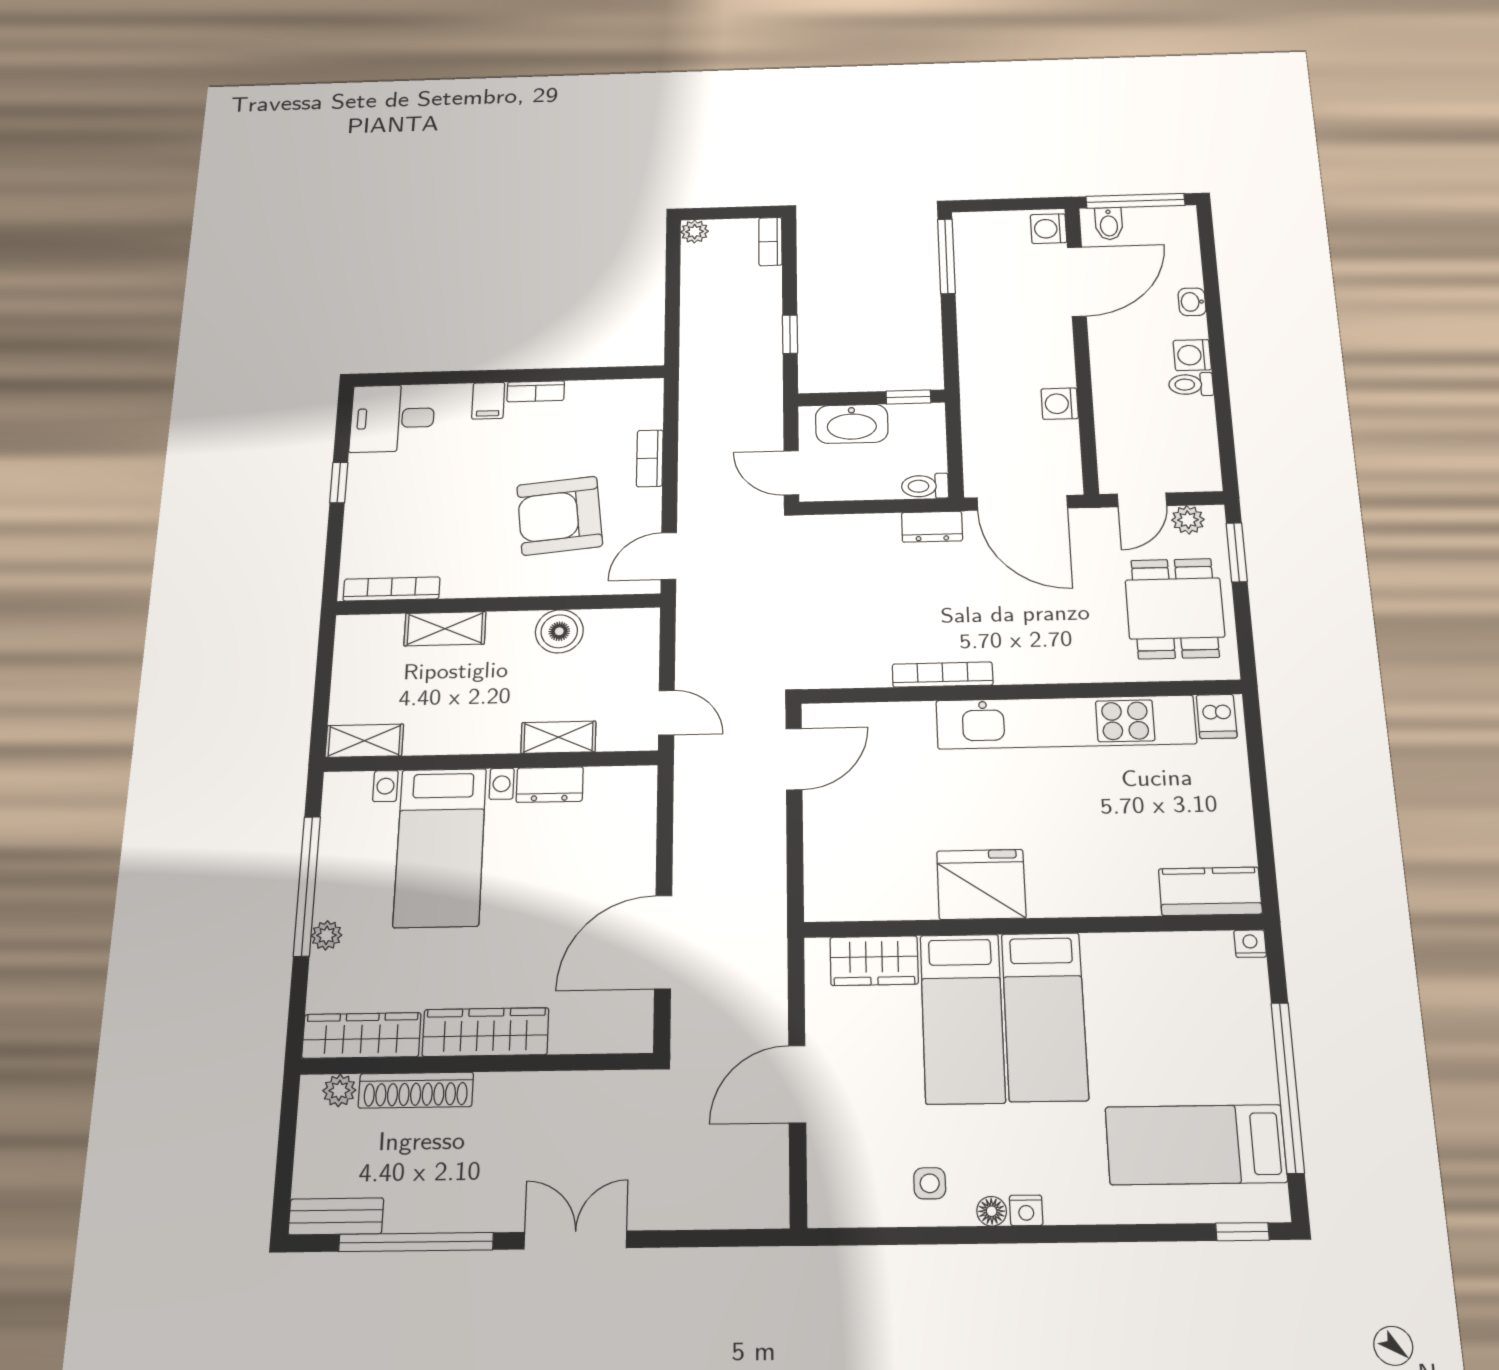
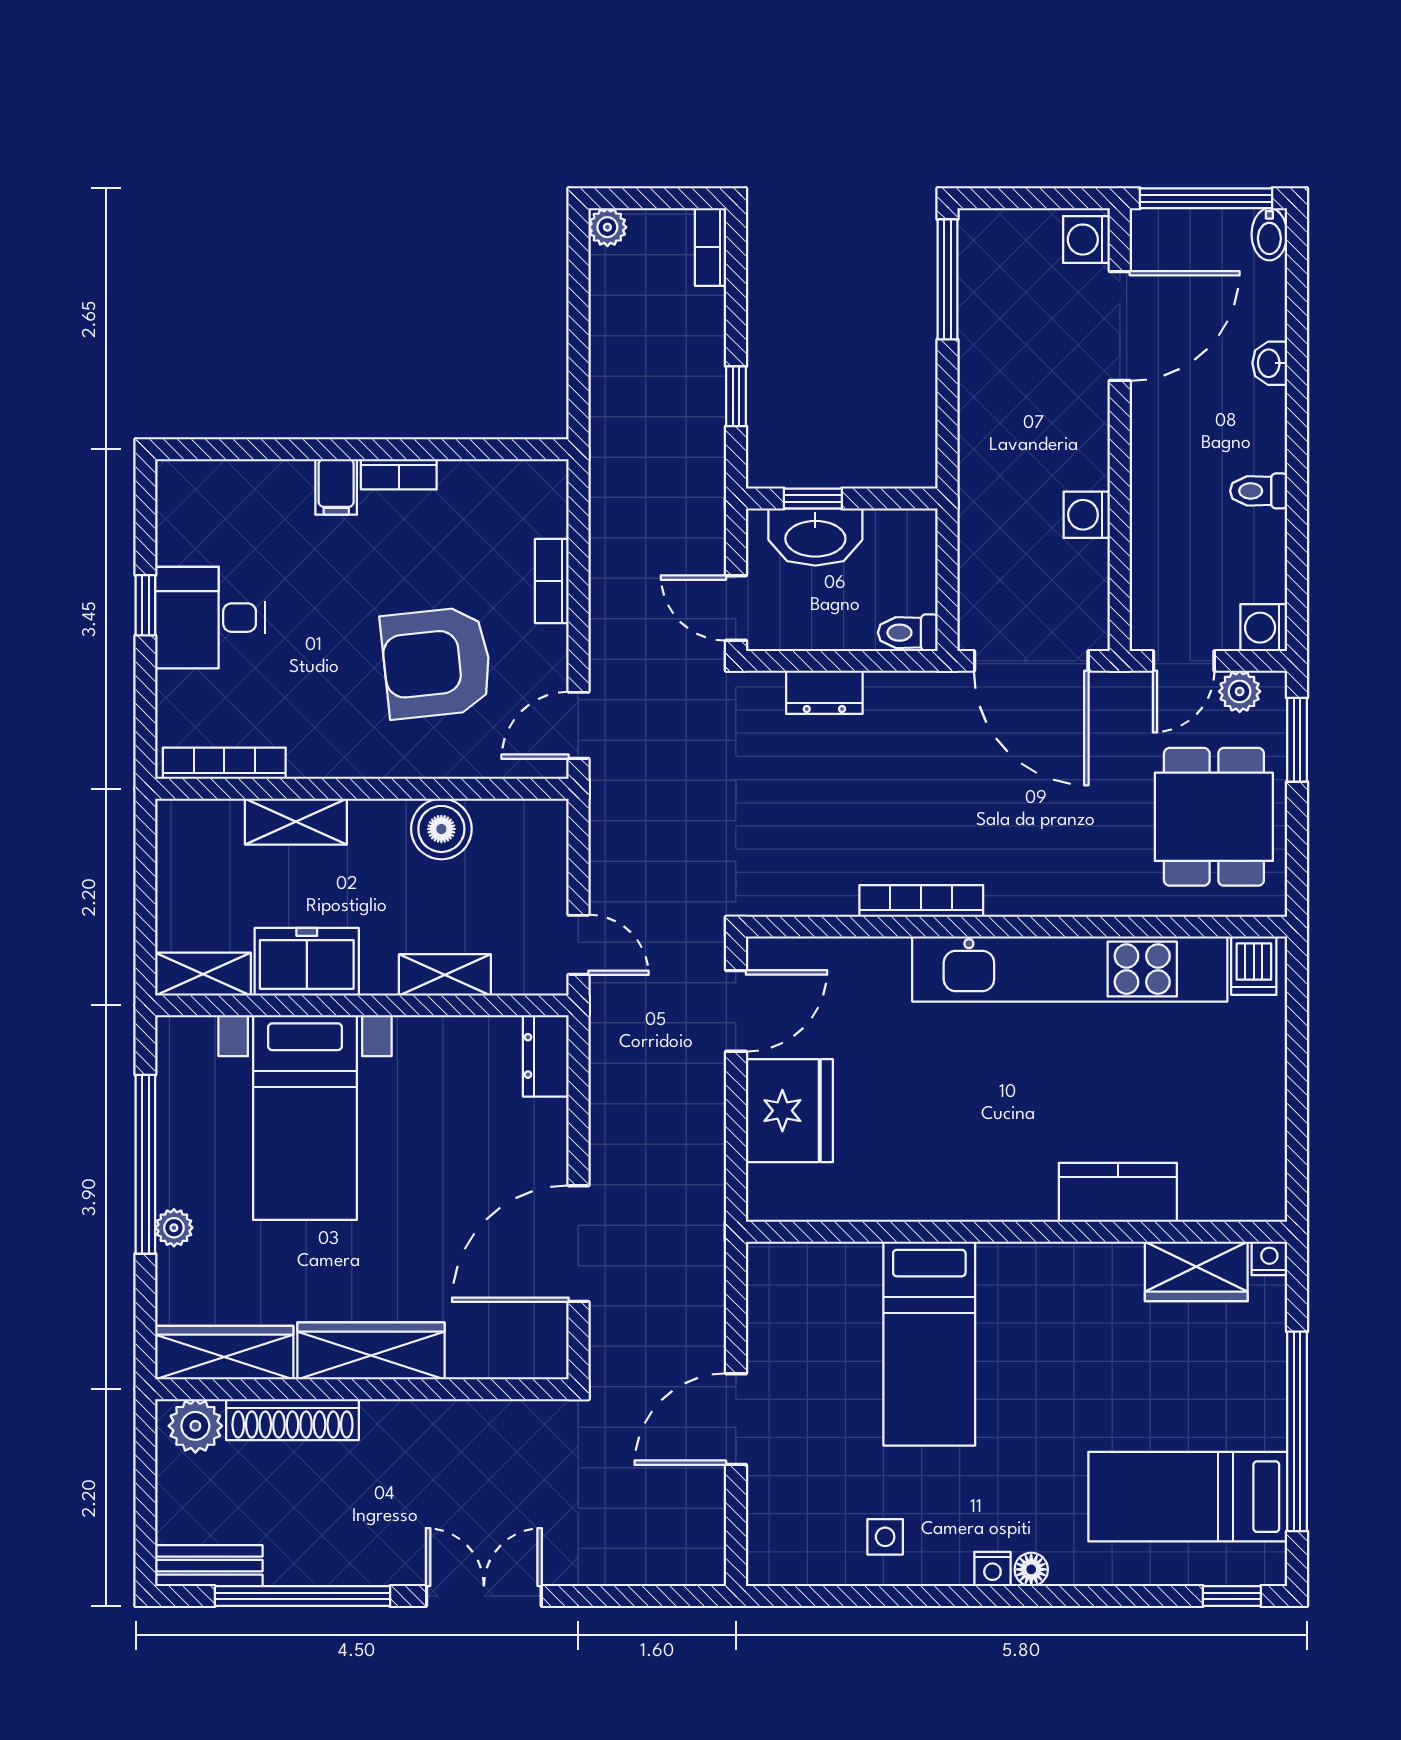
bidet: (1109, 224) -> (1269, 234), moved
washing machine: (1192, 355) -> (1264, 628), moved
window: (908, 397) -> (813, 498), moved
desk: (392, 418) -> (210, 618), moved
dresser: (932, 527) -> (824, 692), moved
freezer: (448, 730) -> (307, 962), added
dresser: (550, 785) -> (546, 1056), moved, turned 90
fridge: (981, 884) -> (789, 1111), moved, turned 90
kitchen counter: (1210, 891) -> (1118, 1192), moved
wardrobe: (874, 961) -> (1196, 1271), moved
bed: (1044, 1016) -> (1025, 1343), removed
plant: (339, 1090) -> (195, 1426), width x1.38, depth x1.38
floor lamp: (992, 1211) -> (1031, 1569), moved

